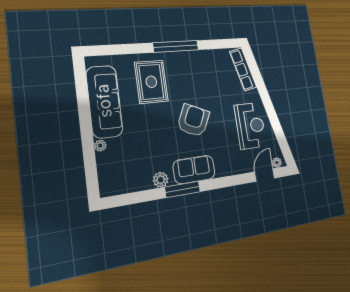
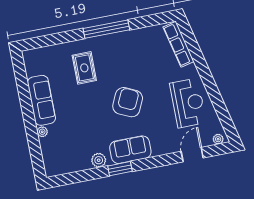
rug: (151, 82) -> (84, 68), width x0.73, depth x0.70
sofa: (104, 101) -> (41, 100), width x0.74, depth x0.79
door: (265, 175) -> (192, 155), moved
window: (183, 189) -> (120, 169), width x0.69

